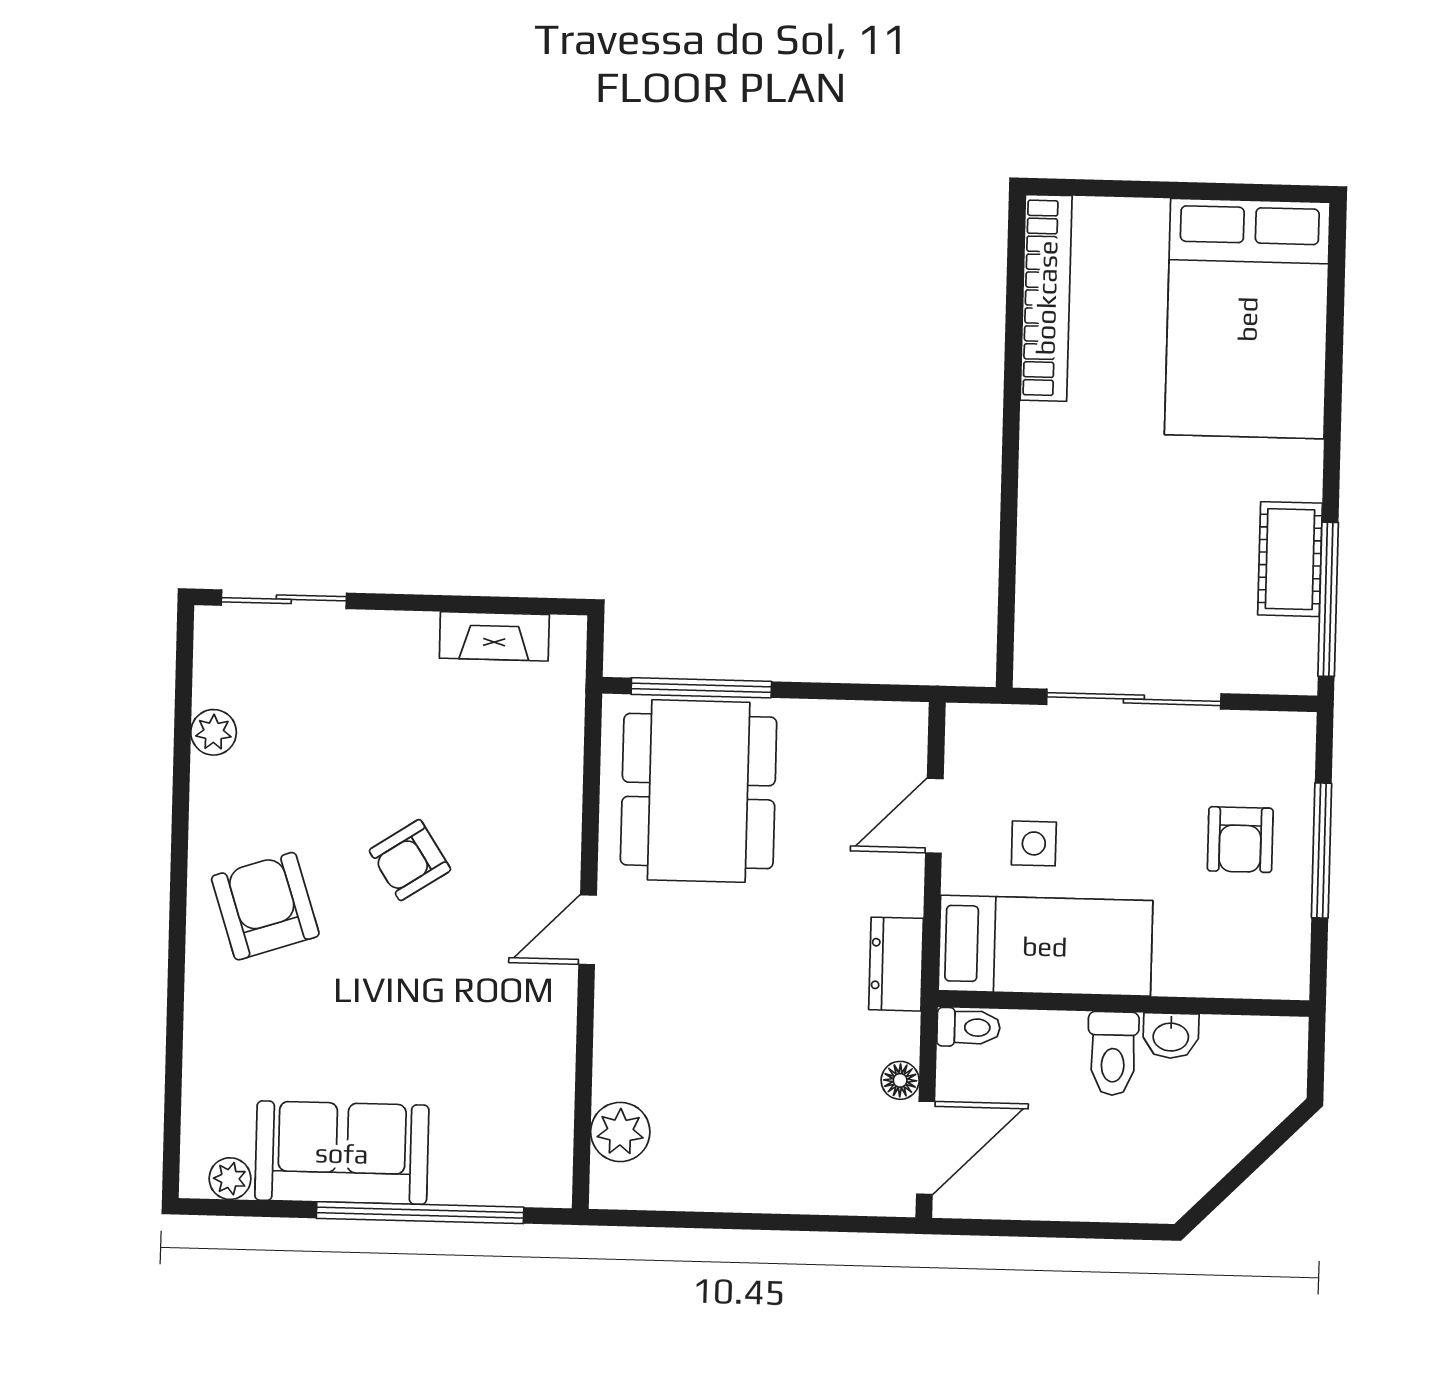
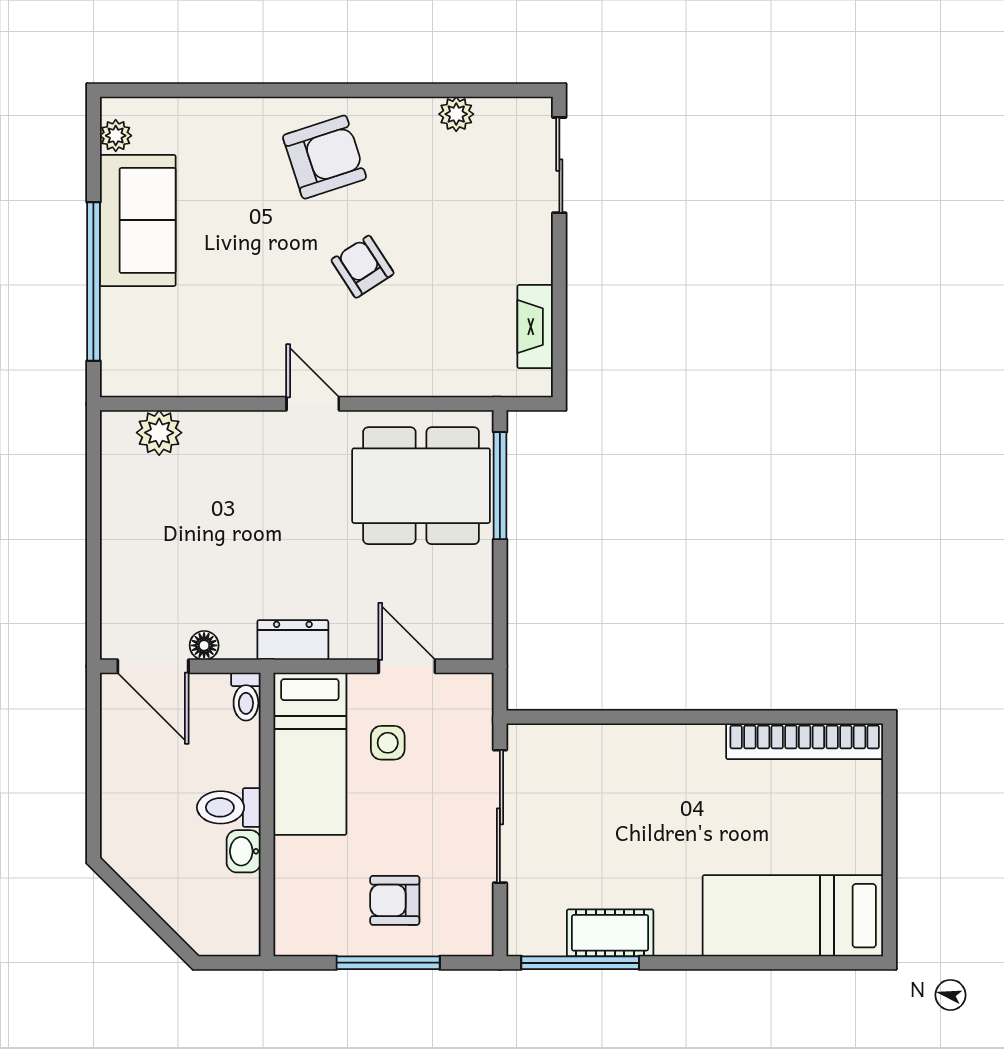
bed: (1247, 319) -> (793, 916), width x0.67

